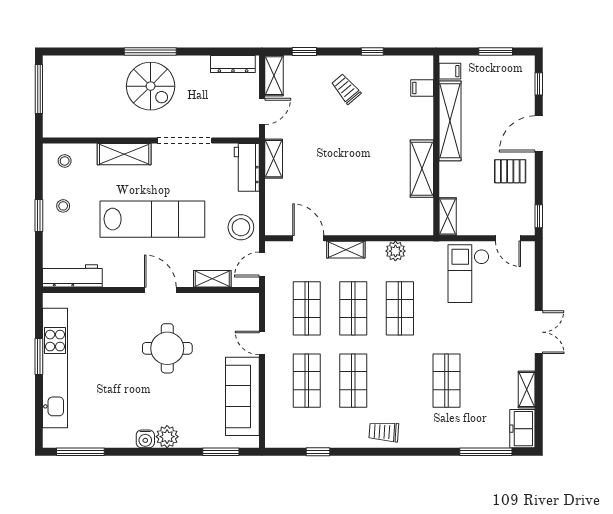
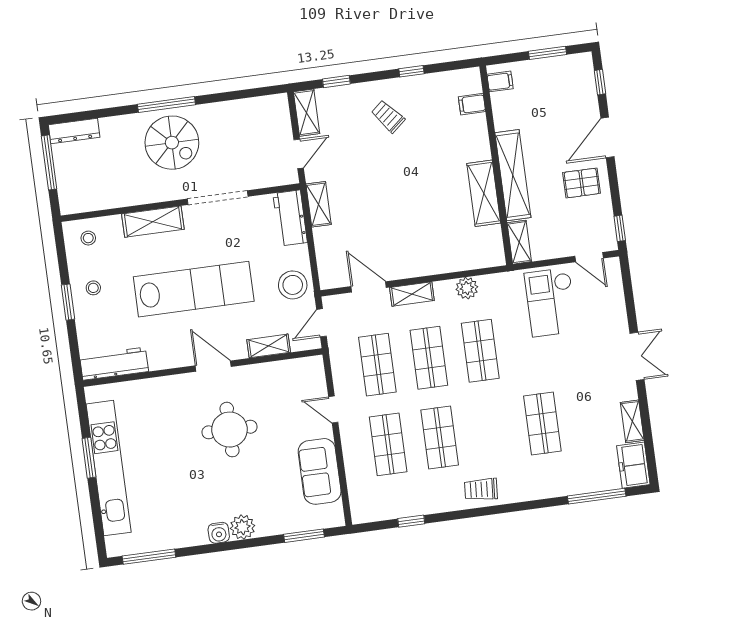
dresser: (233, 64) -> (74, 131), moved
shelving: (450, 121) -> (513, 175), moved
sofa: (242, 396) -> (320, 471), width x0.73

